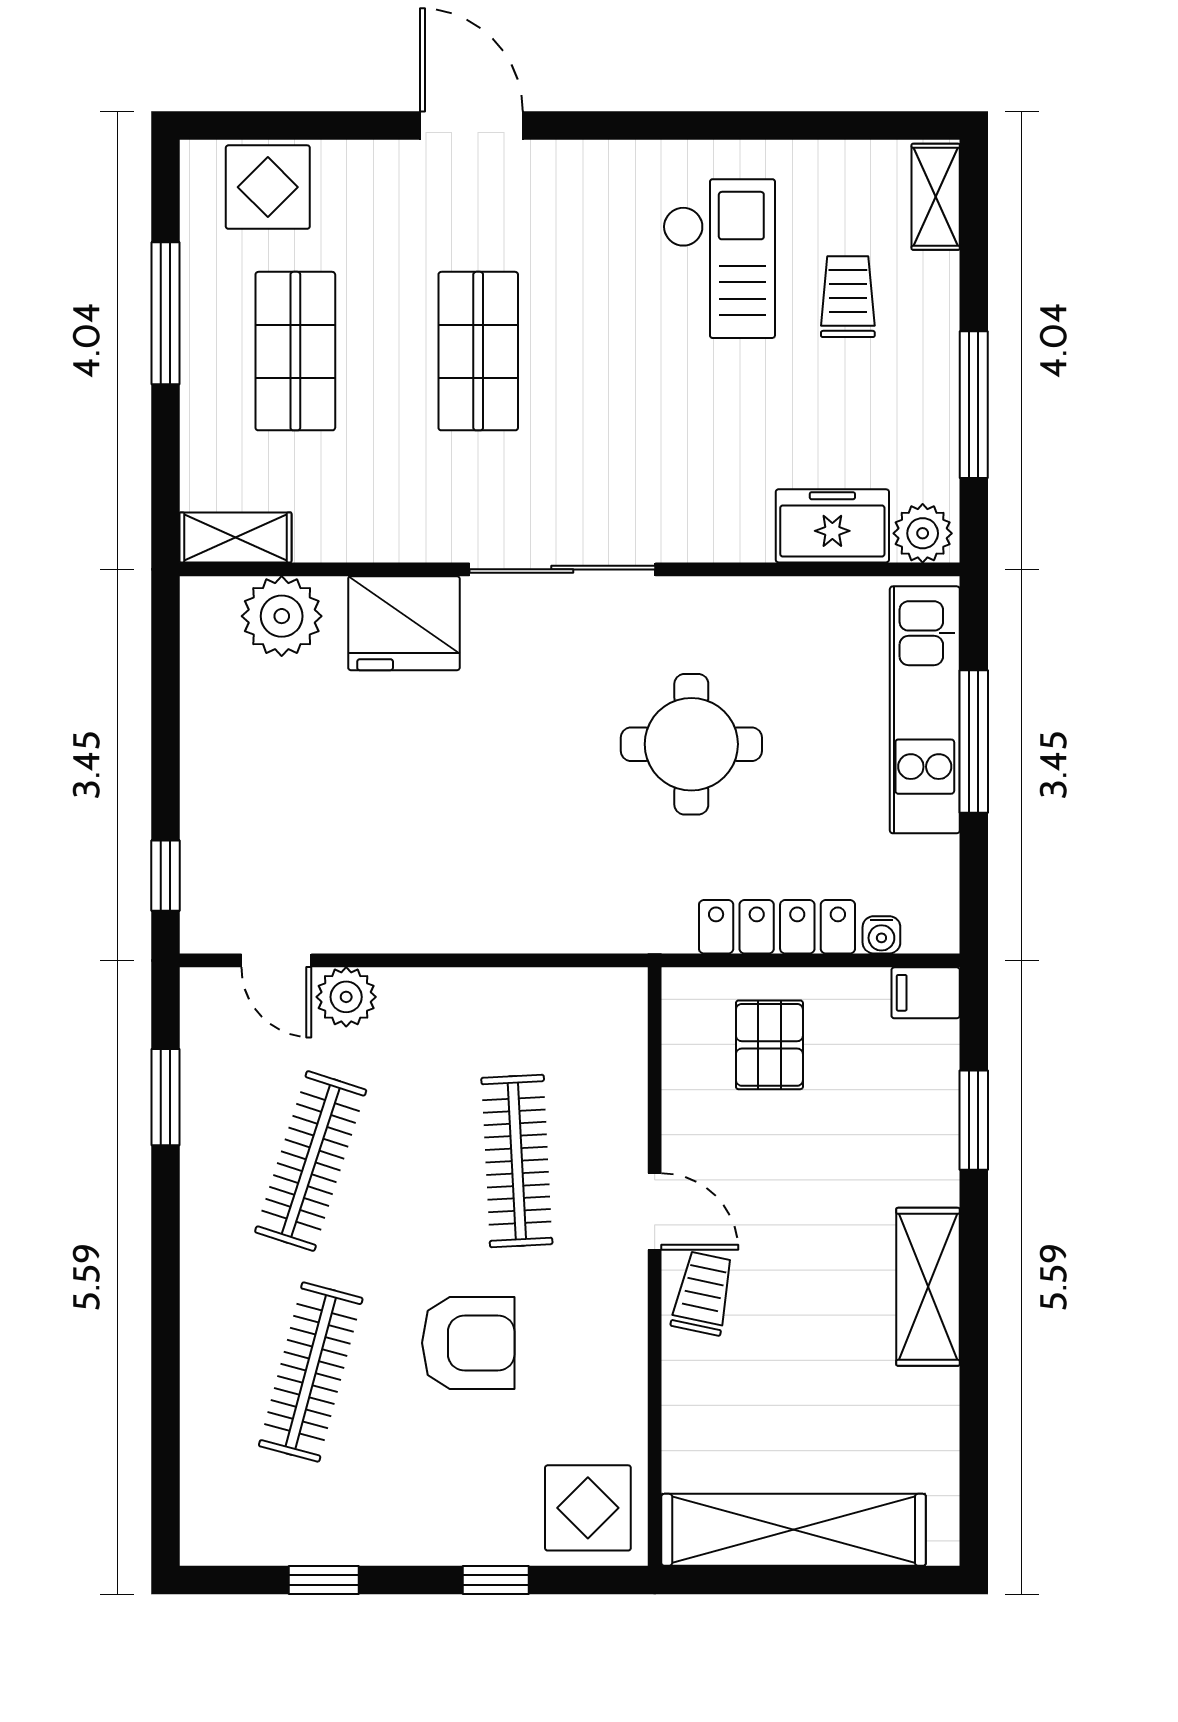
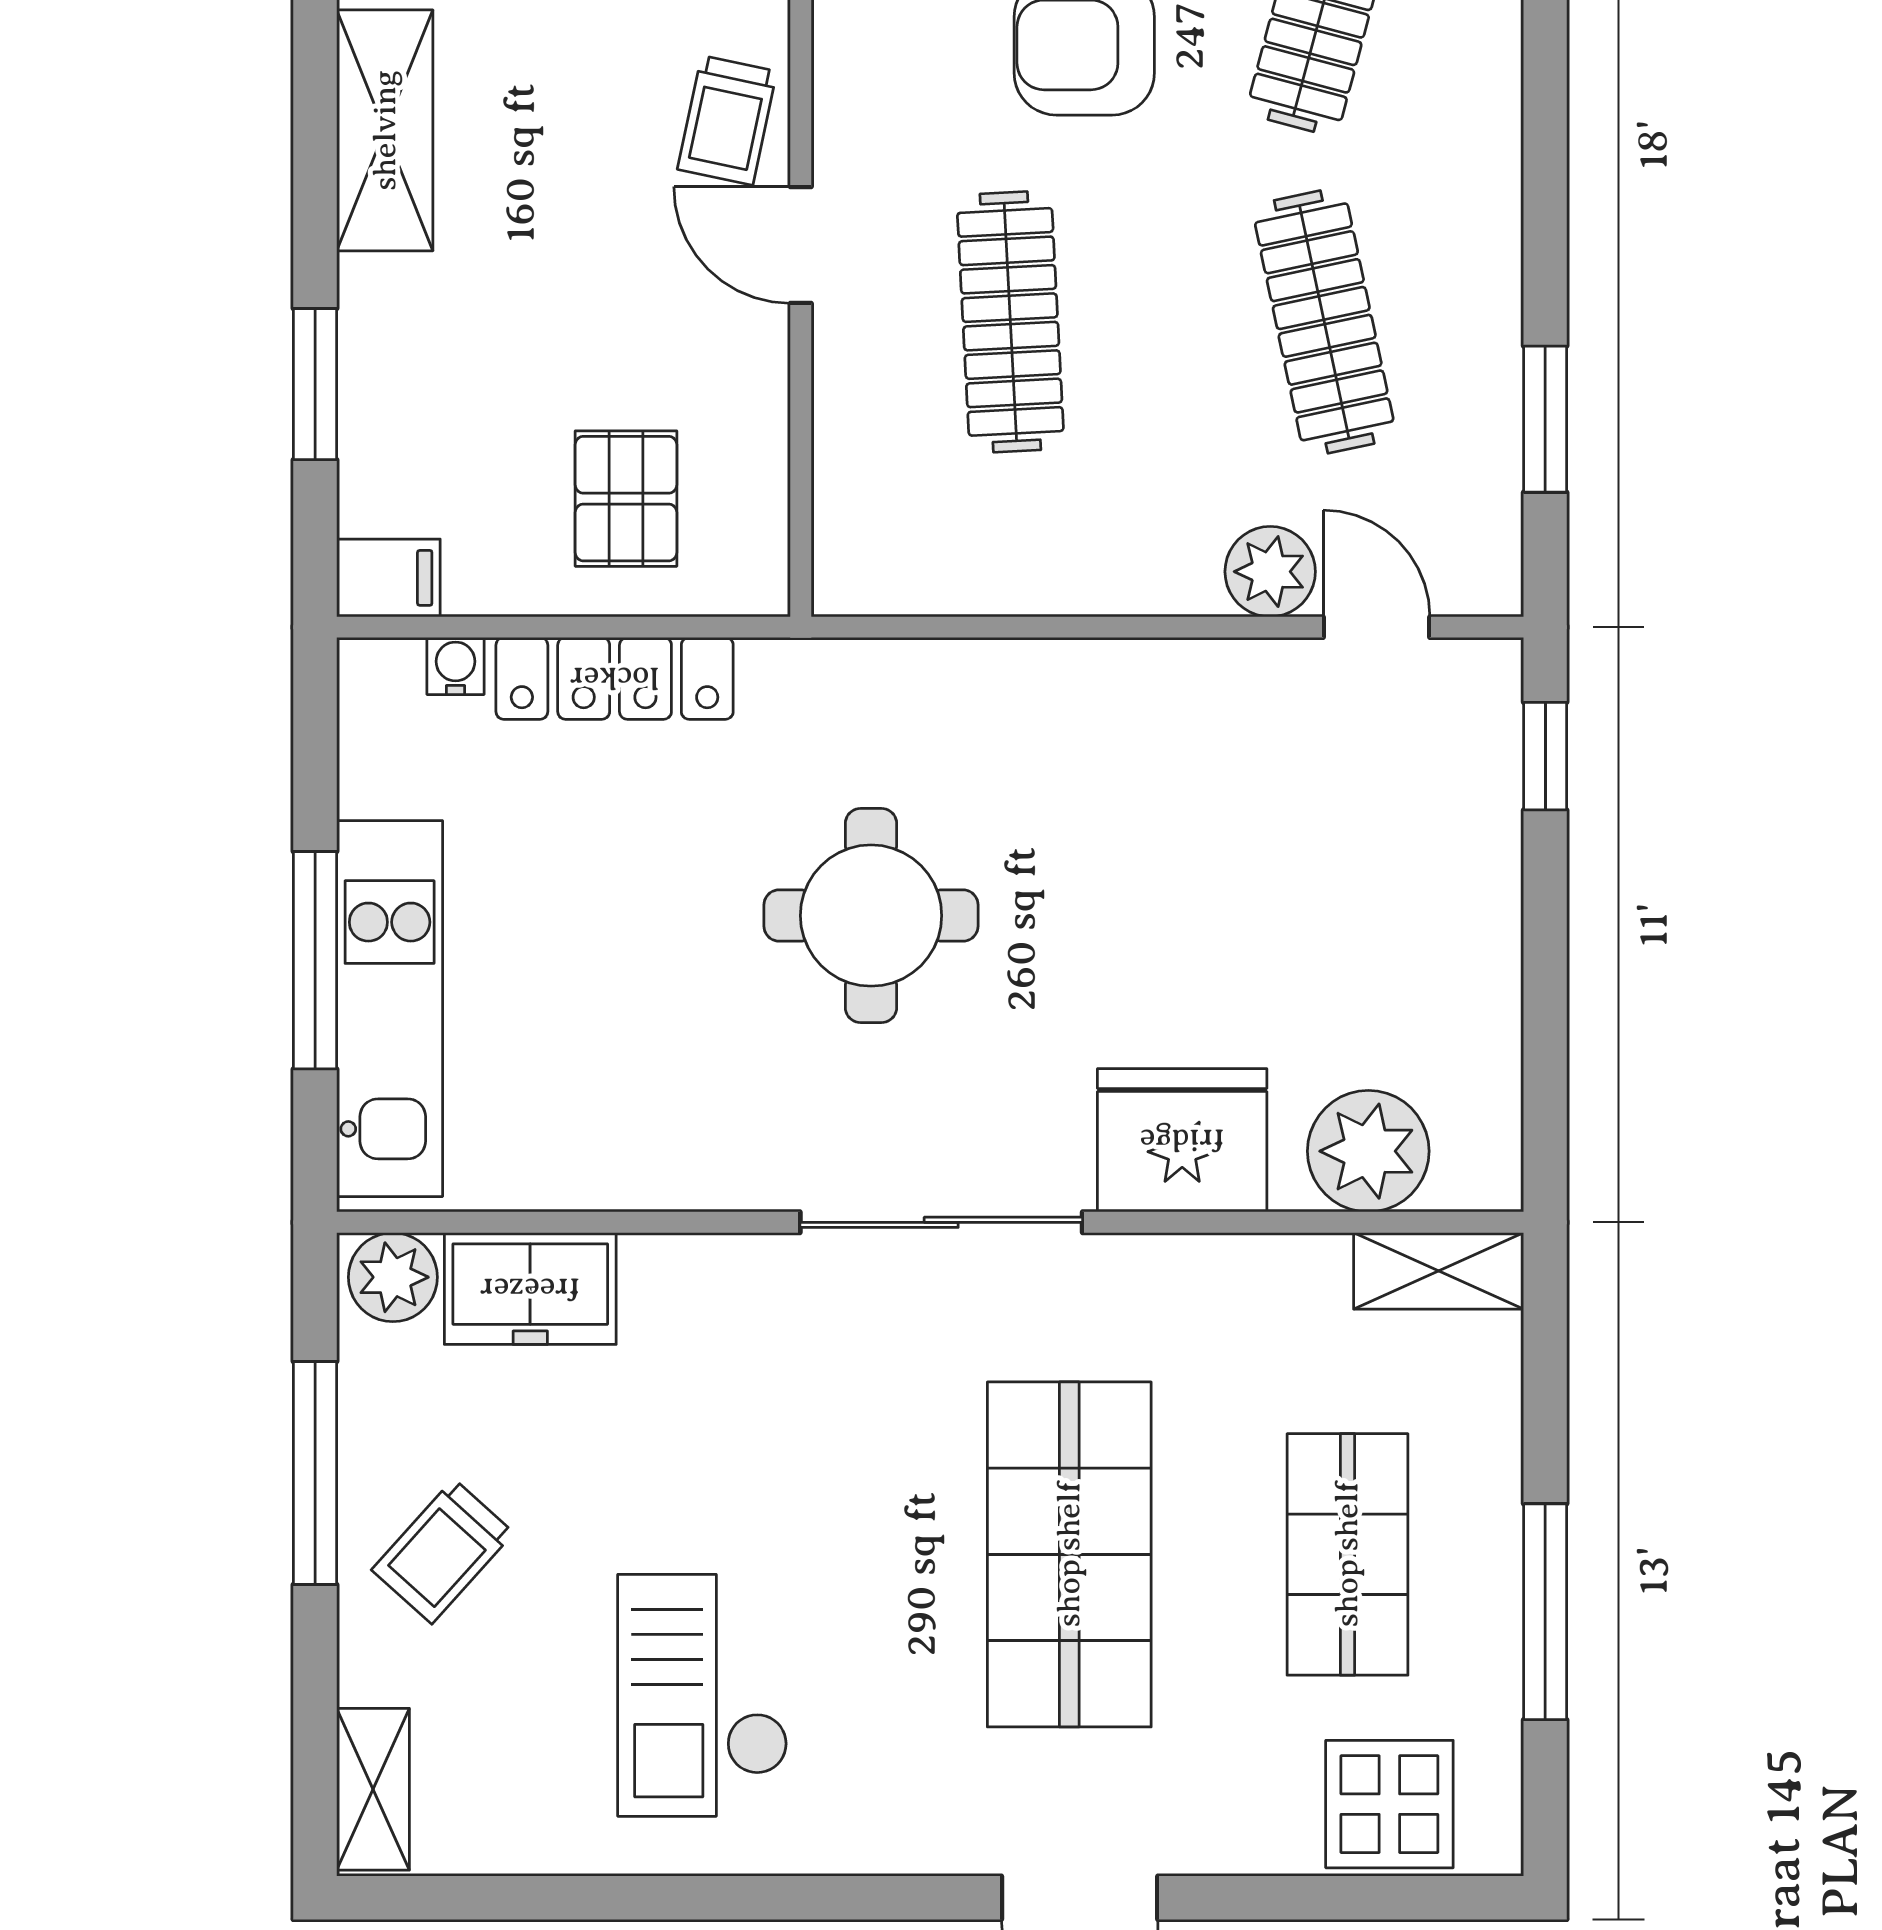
trolley: (848, 297) -> (443, 1551), moved, turned 42
shop shelf: (478, 351) -> (1069, 1554), width x1.43, depth x1.36
round table: (691, 744) -> (871, 916), moved
clothes rail: (311, 1161) -> (1324, 322), turned -30

